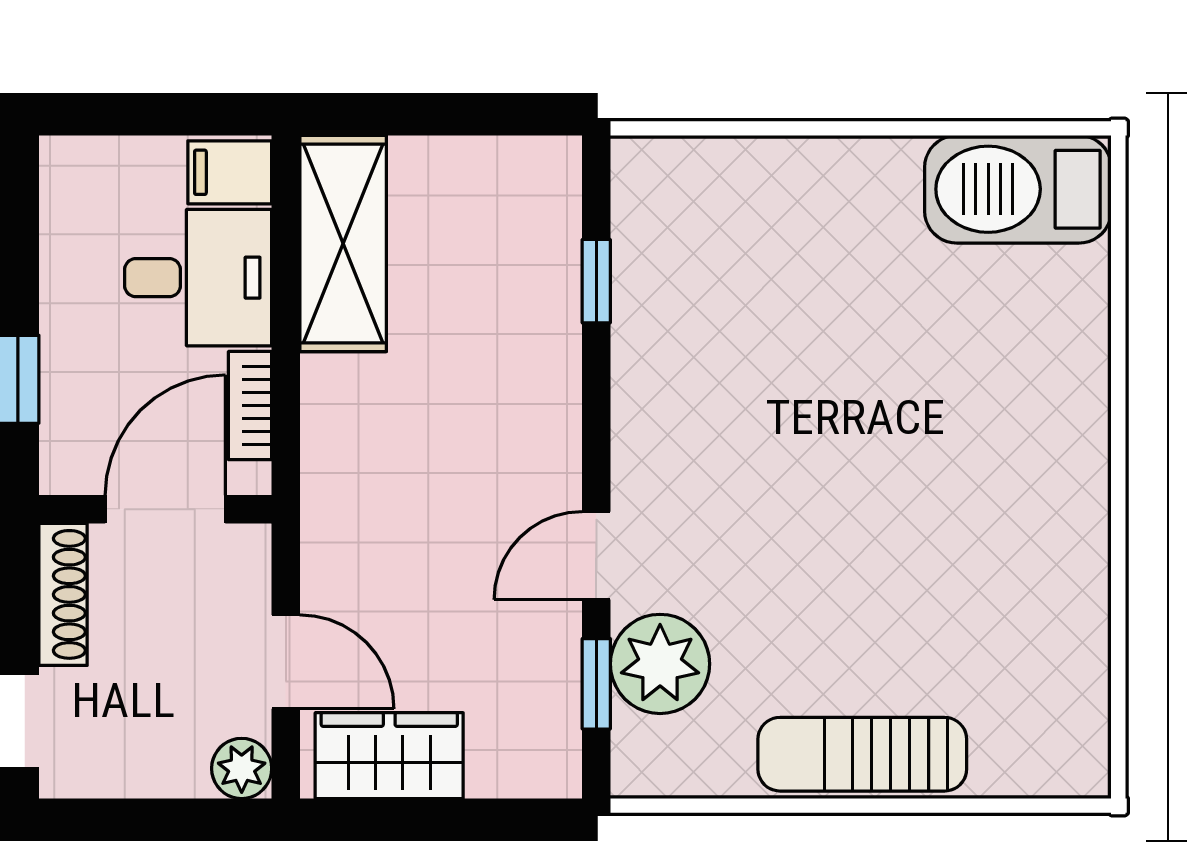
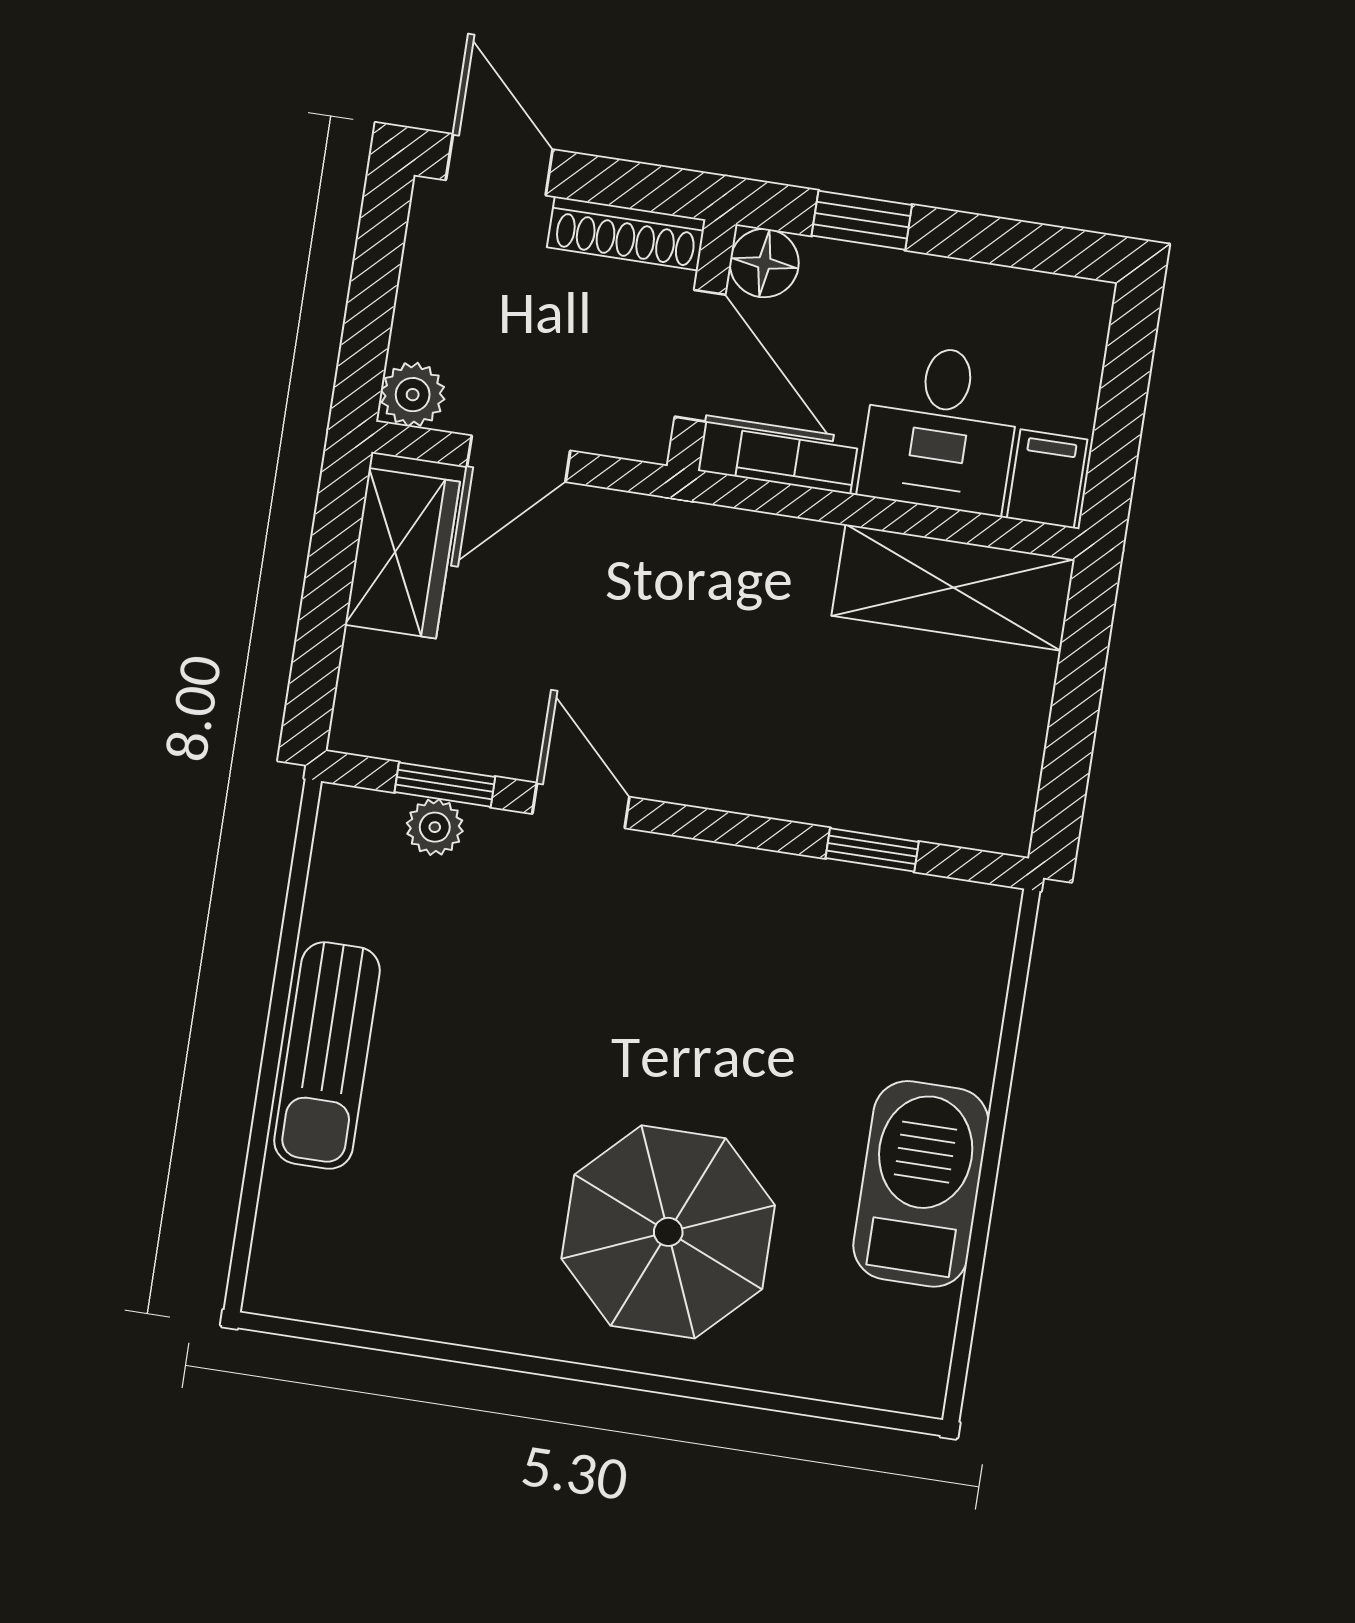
barbecue: (1018, 189) -> (921, 1184), moved
parasol: (977, 415) -> (668, 1232), added
floor lamp: (71, 463) -> (764, 263), added
plant: (660, 664) -> (435, 827), width x0.53, depth x0.53
sun lounger: (862, 754) -> (327, 1055), turned 180

